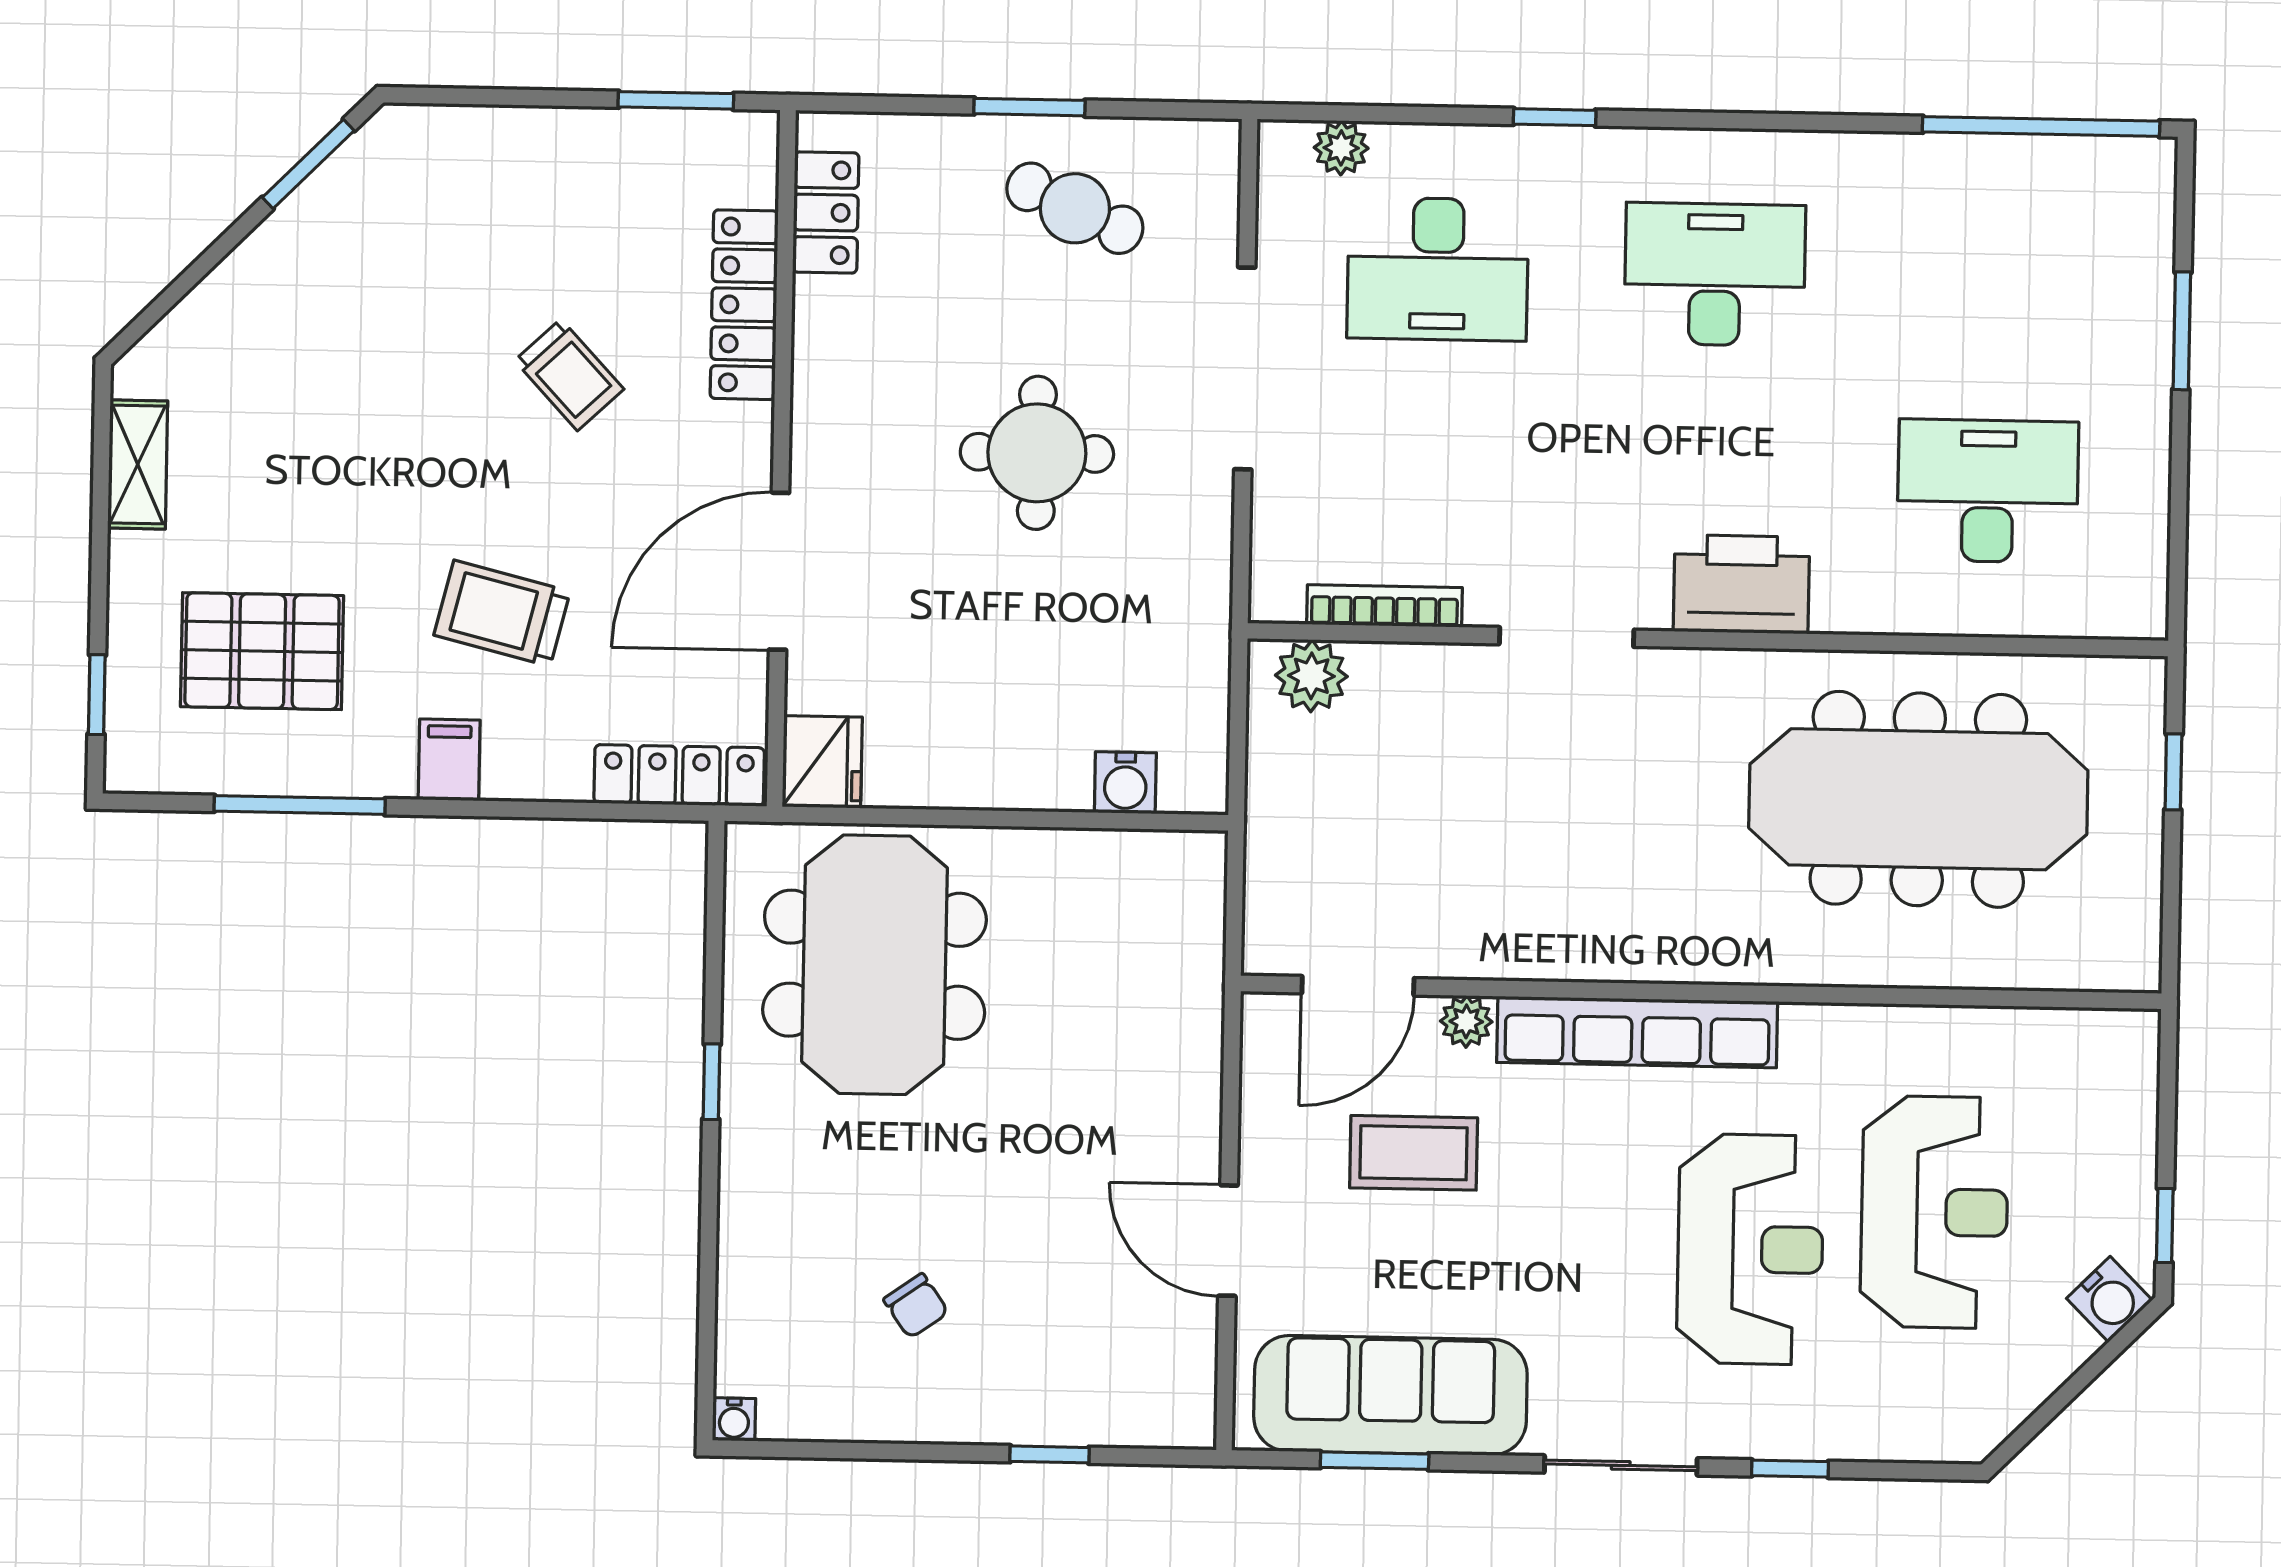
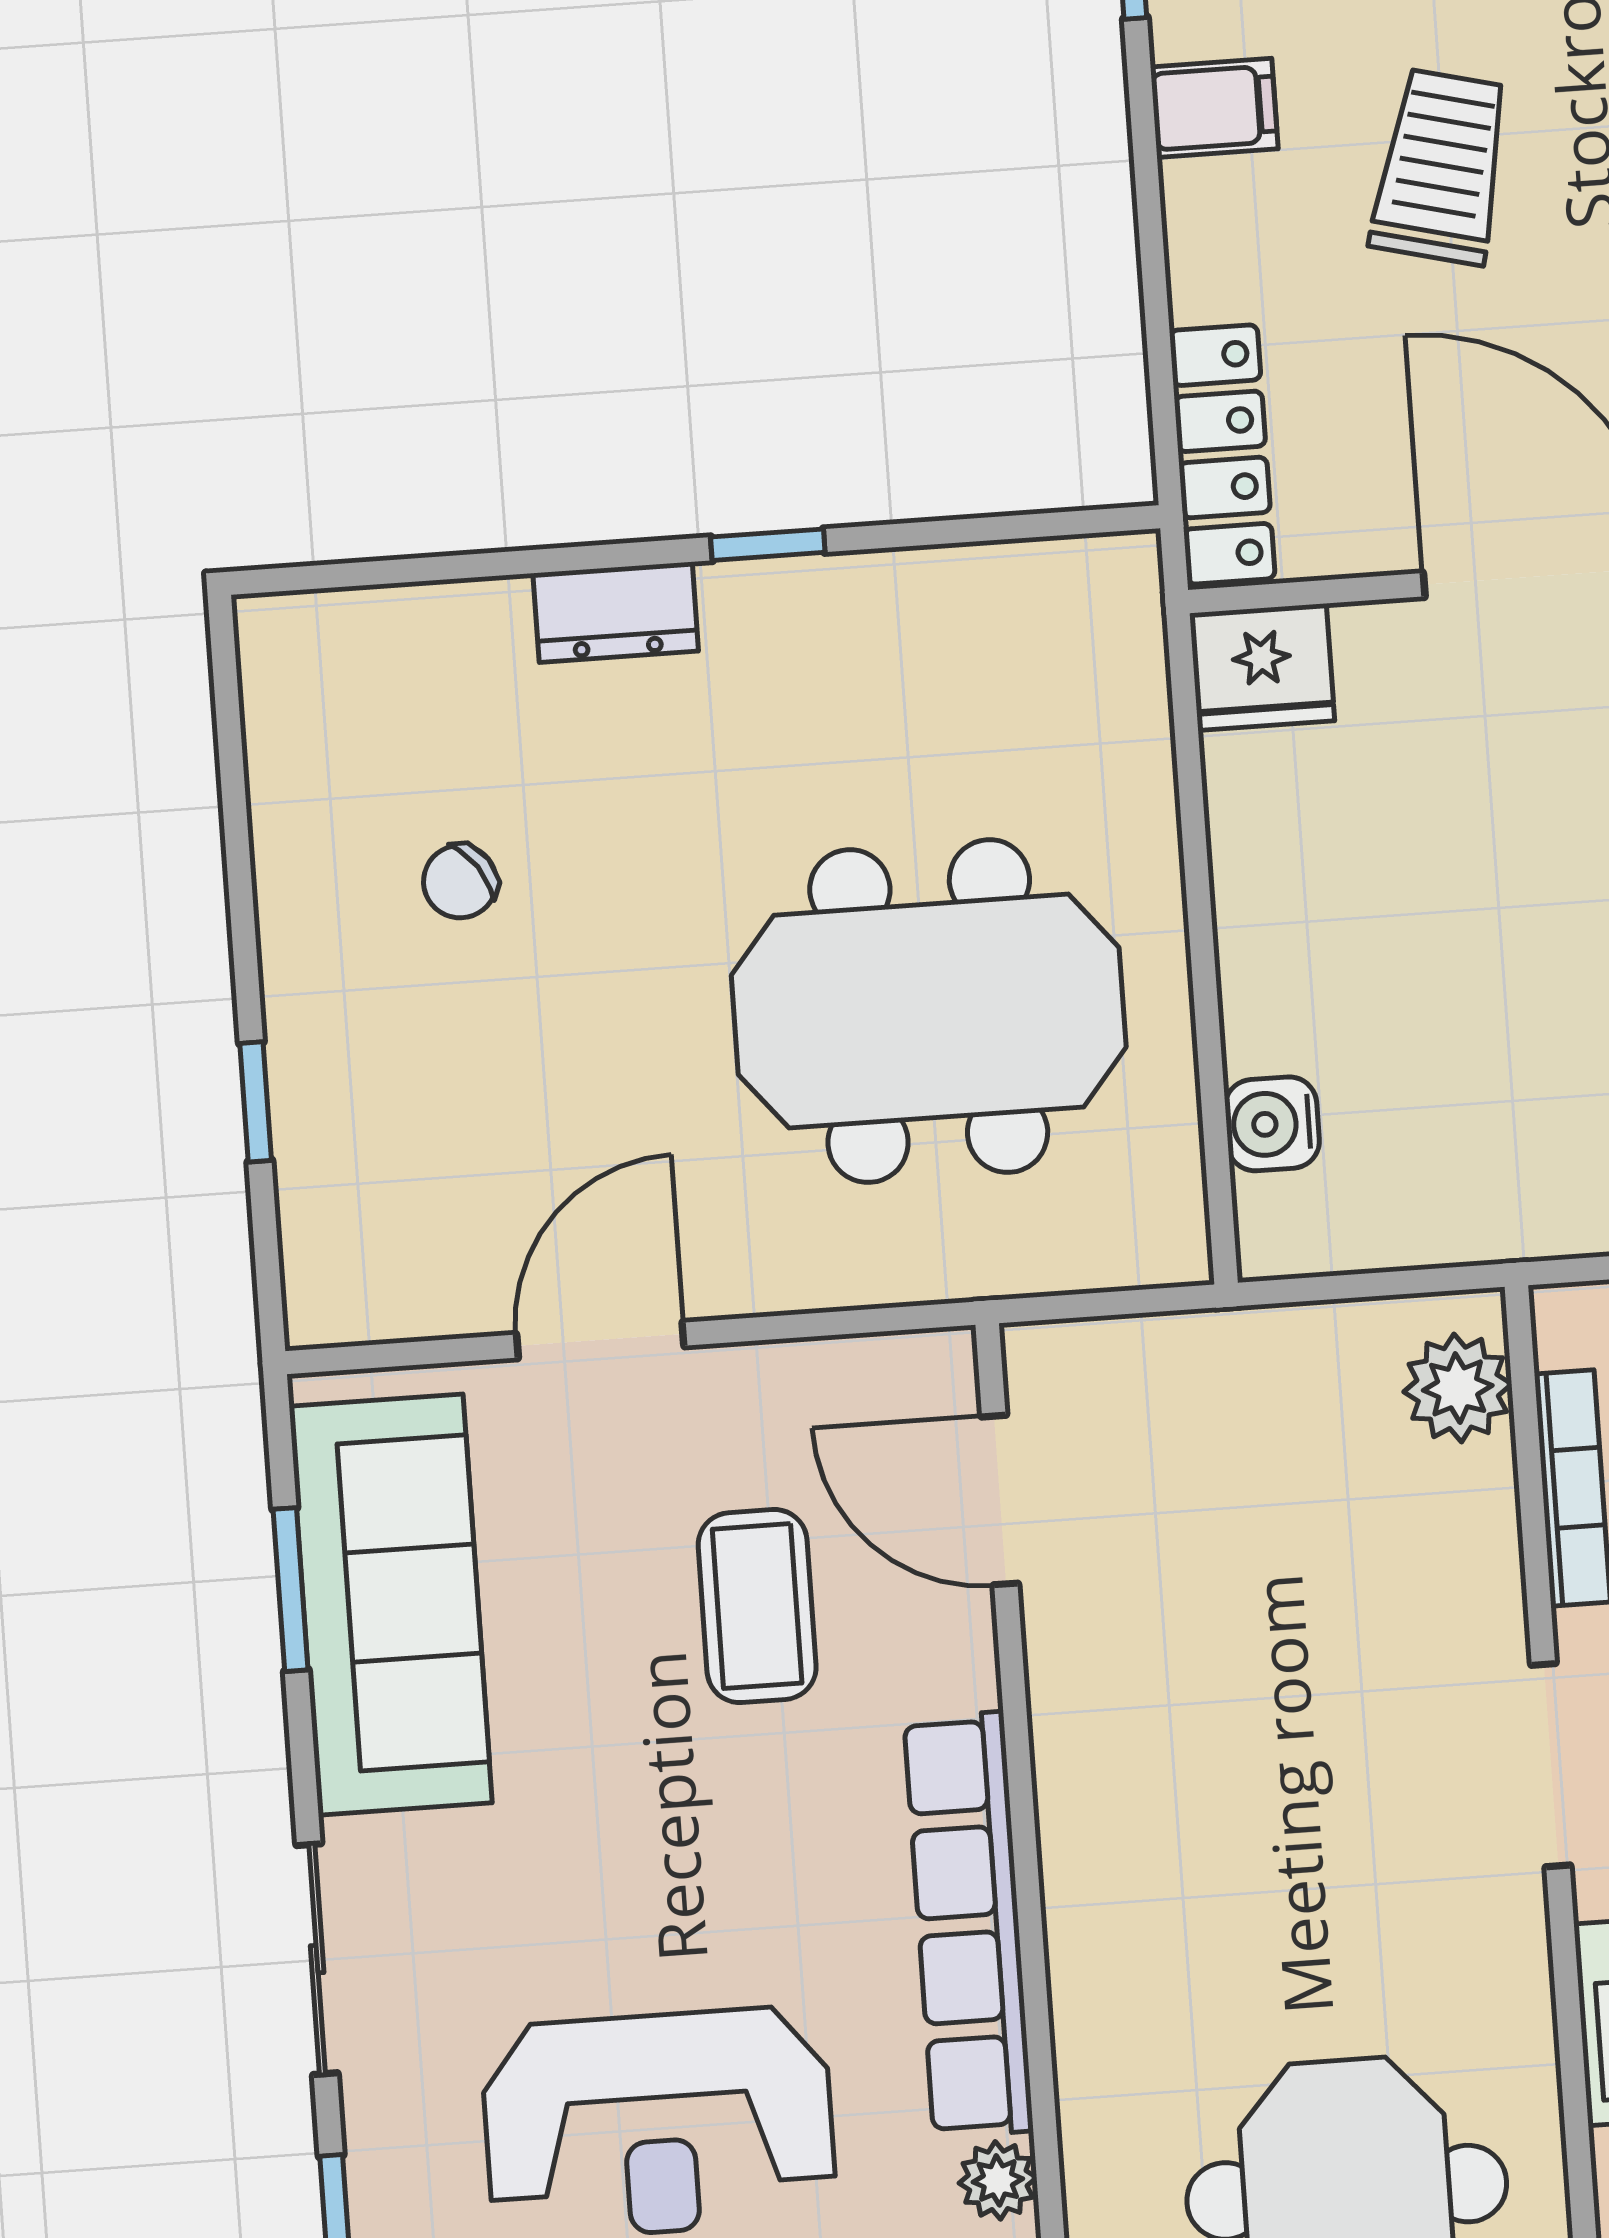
meeting table: (875, 965) -> (929, 1011), moved
plant: (1466, 1021) -> (998, 2180), moved
dresser: (747, 1187) -> (616, 612), added
water cooler: (734, 1419) -> (265, 624), removed

